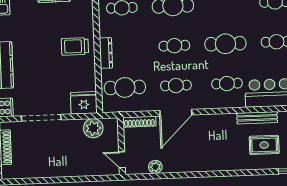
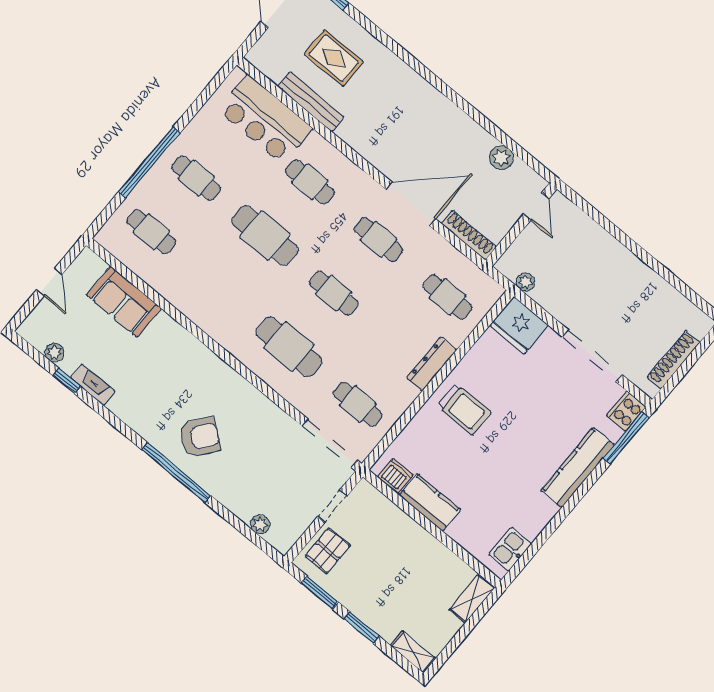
cafe table: (125, 87) -> (447, 297), width x0.73, depth x0.74
plant: (93, 128) -> (525, 282), width x0.53, depth x0.53

